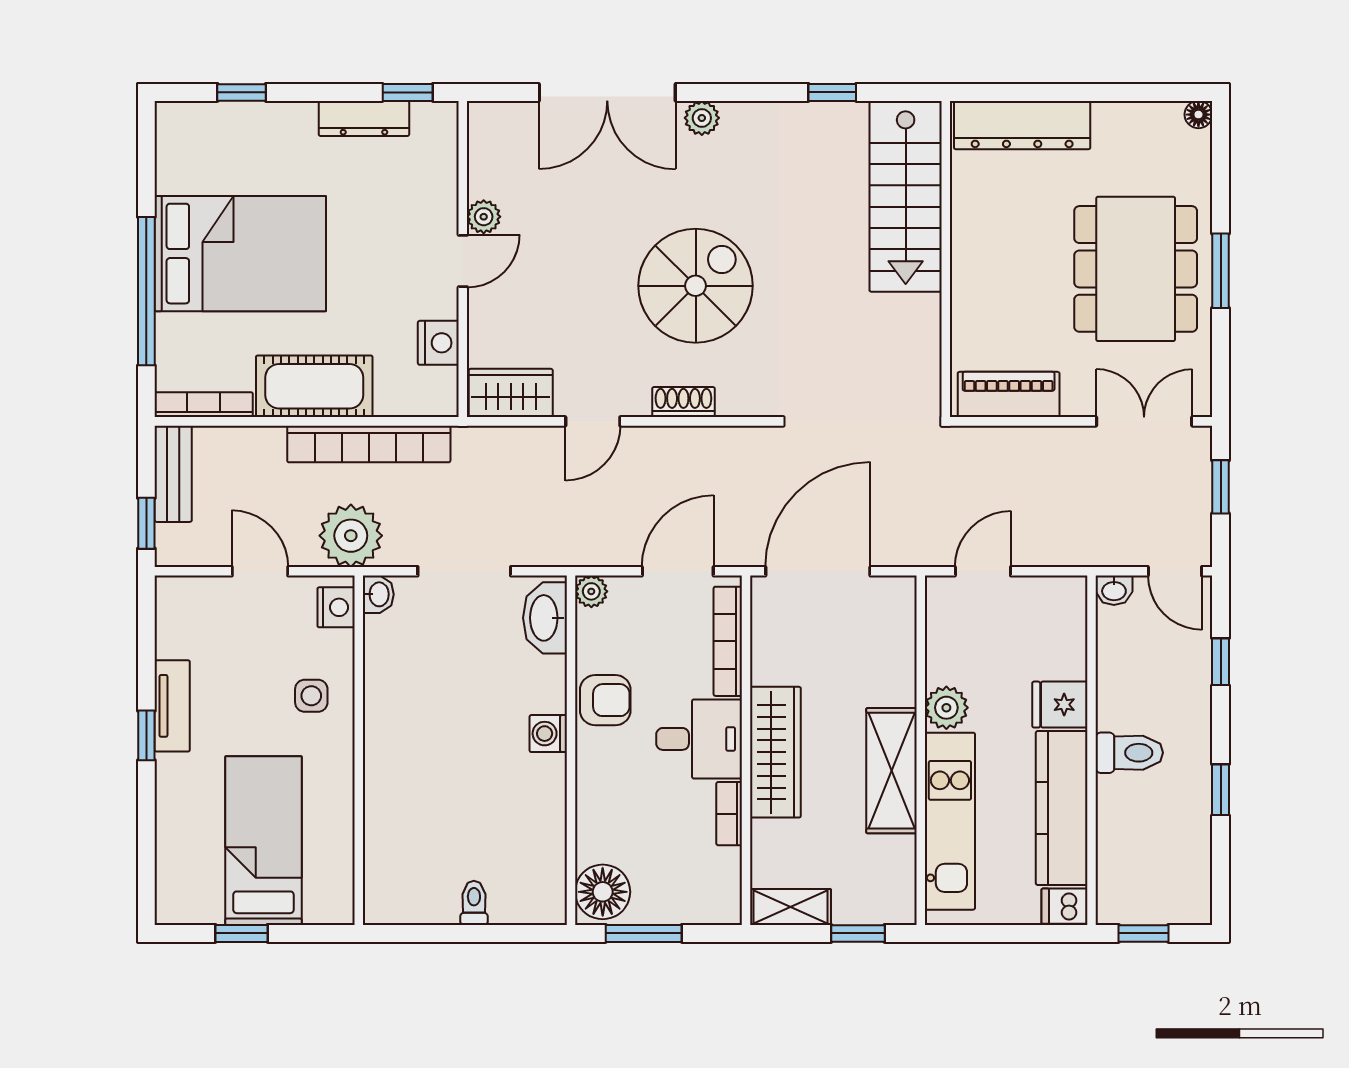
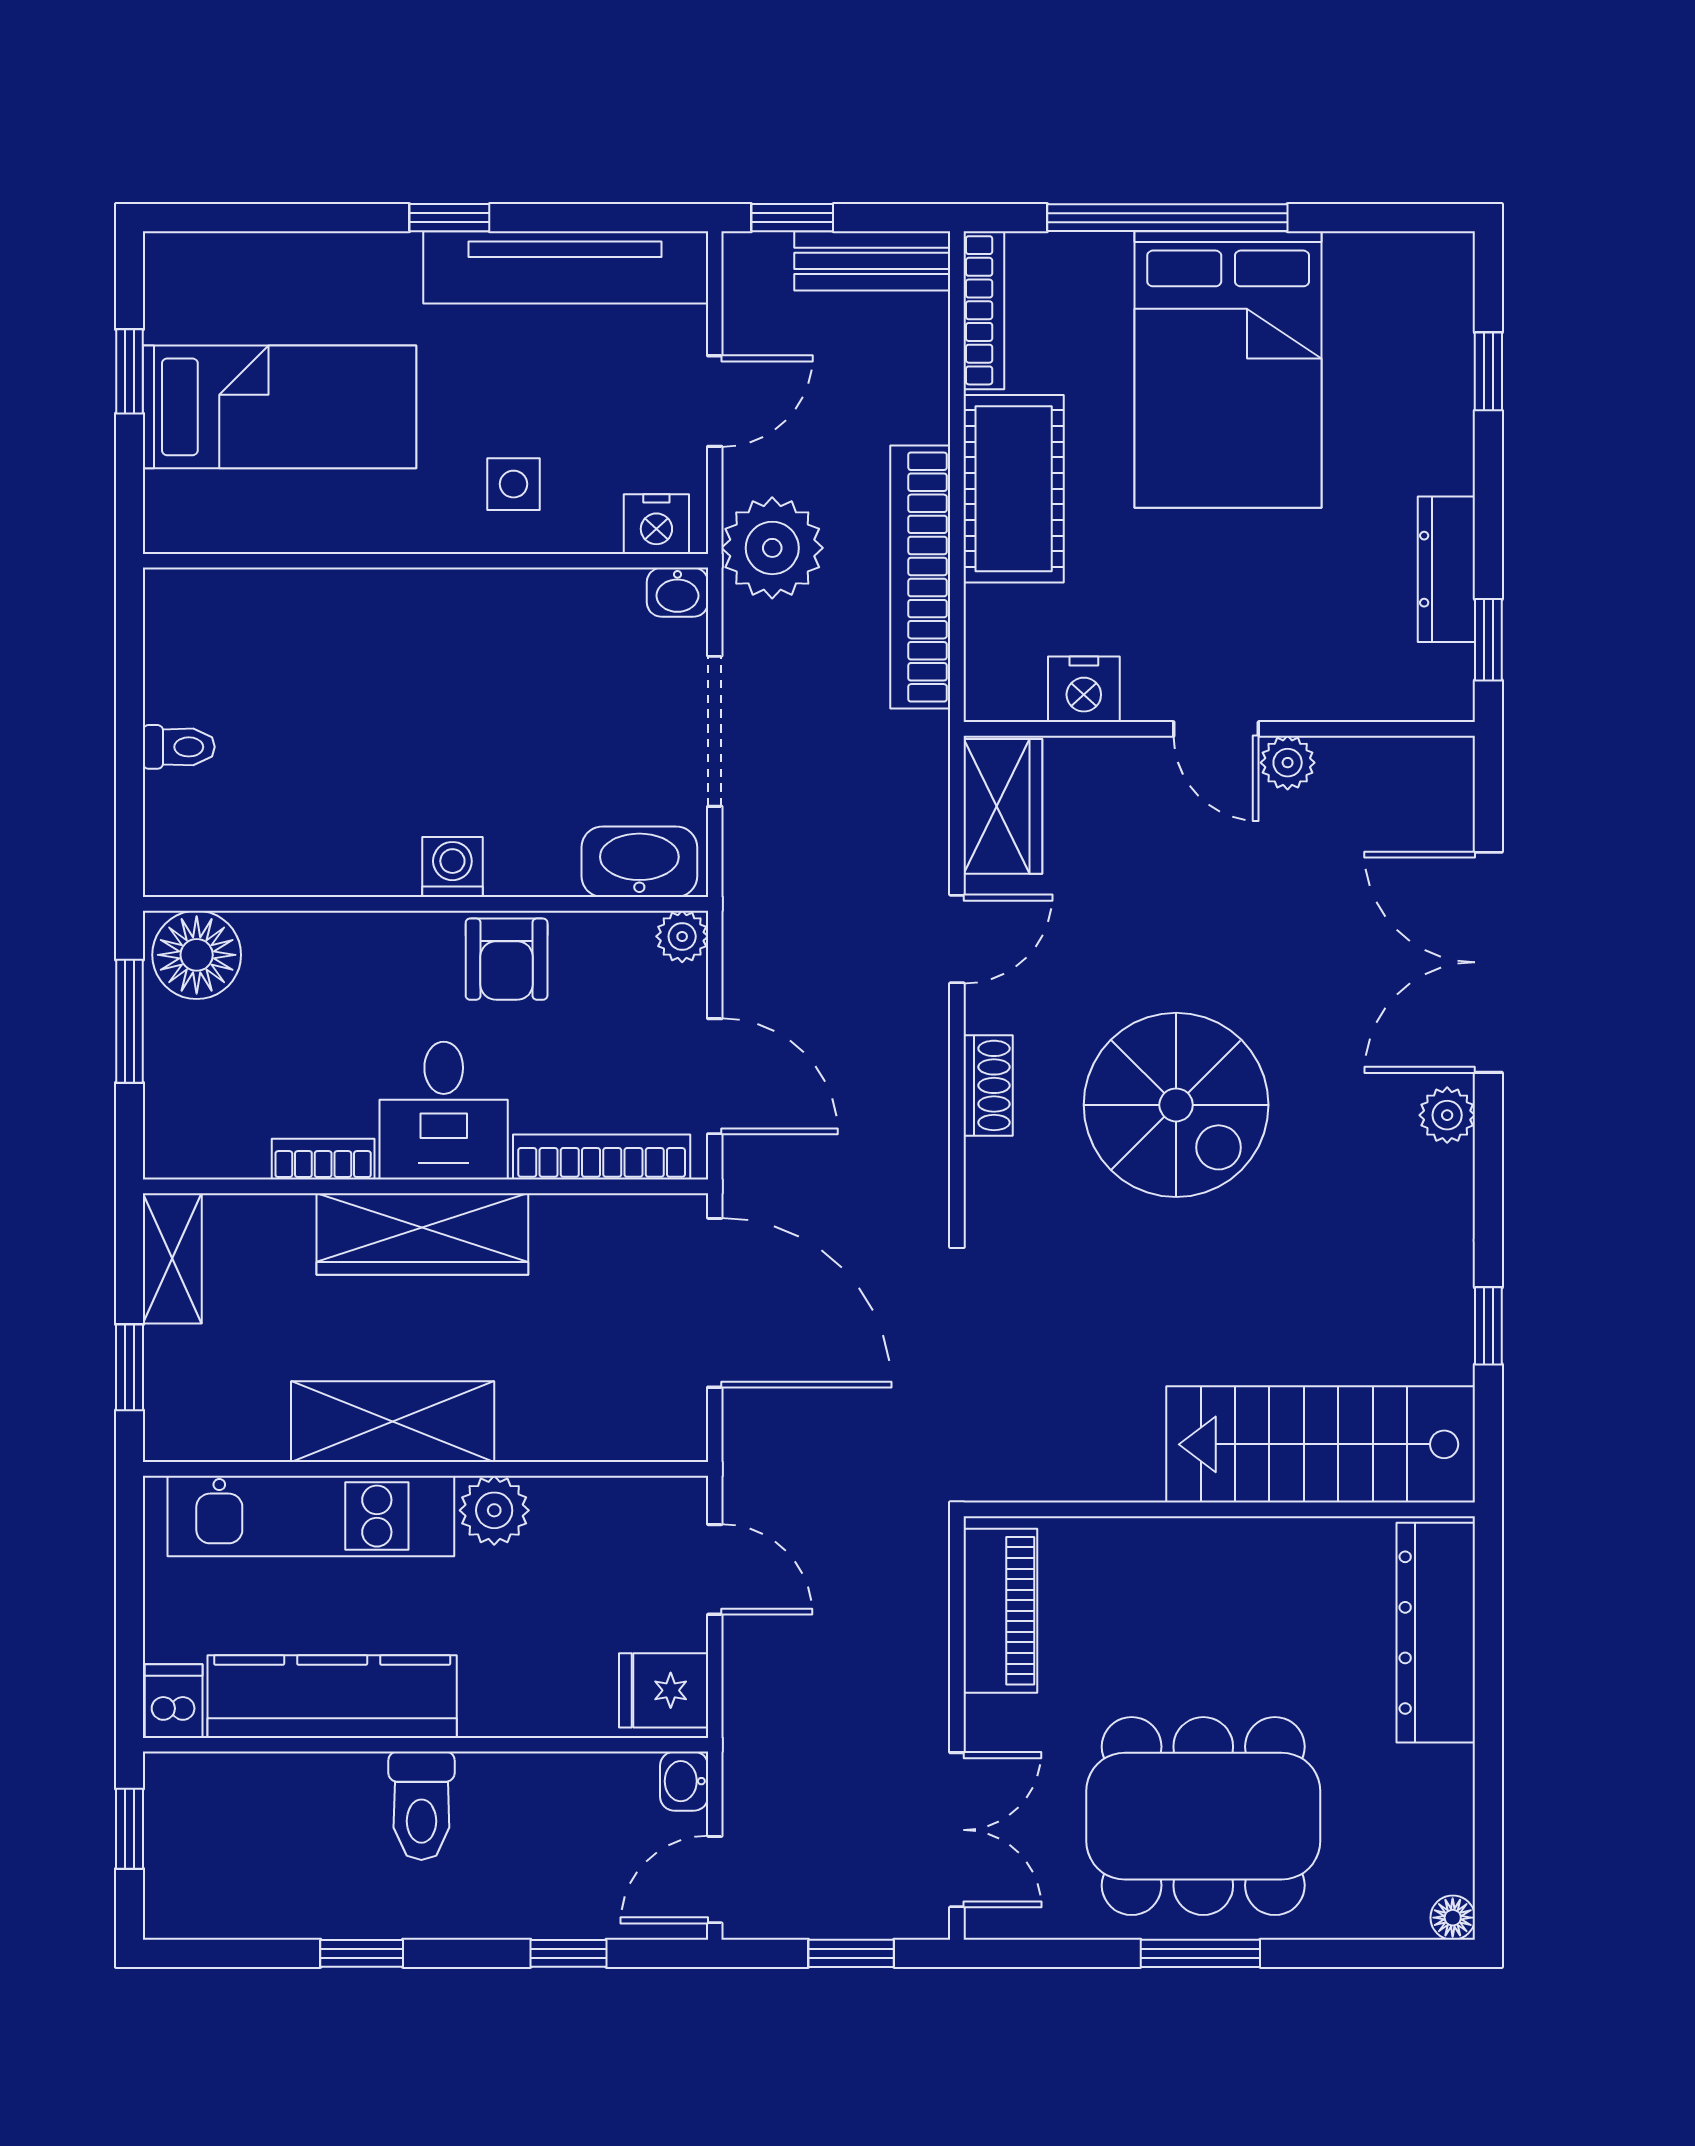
door: (593, 421) -> (957, 939), swing flipped
fridge: (1060, 705) -> (664, 1690), moved, turned -90
tv unit: (172, 706) -> (565, 267), width x1.92, depth x1.29

